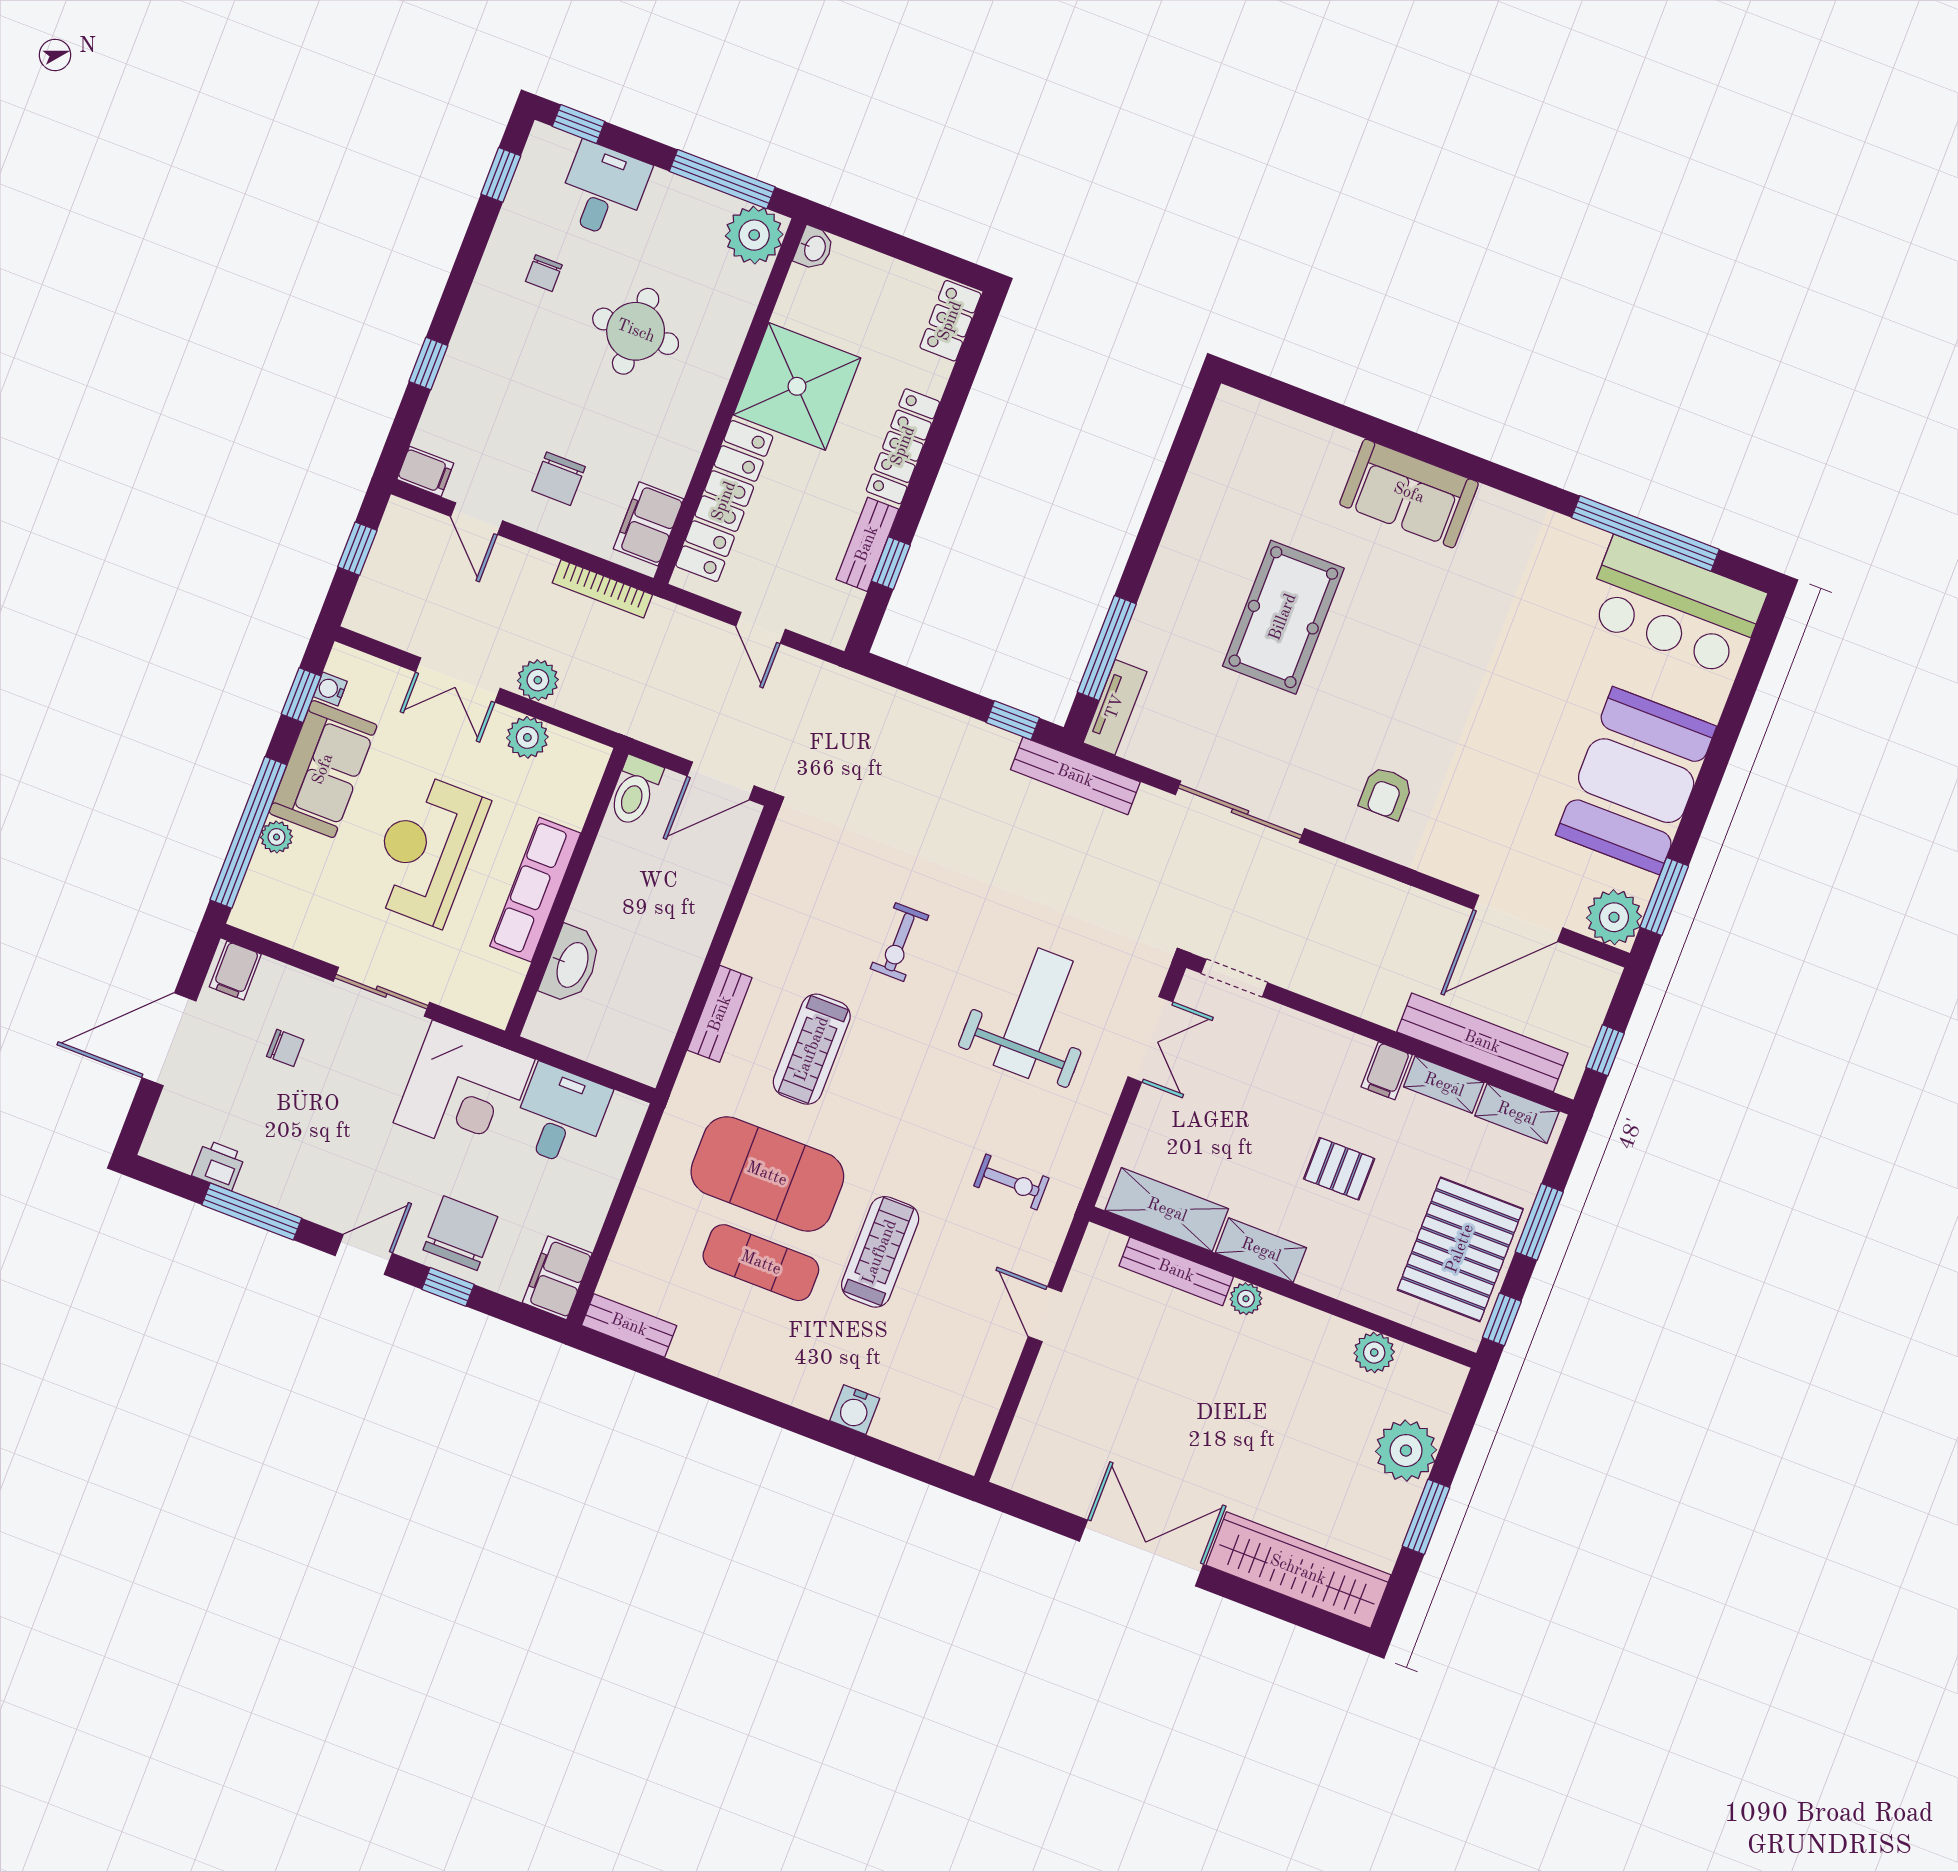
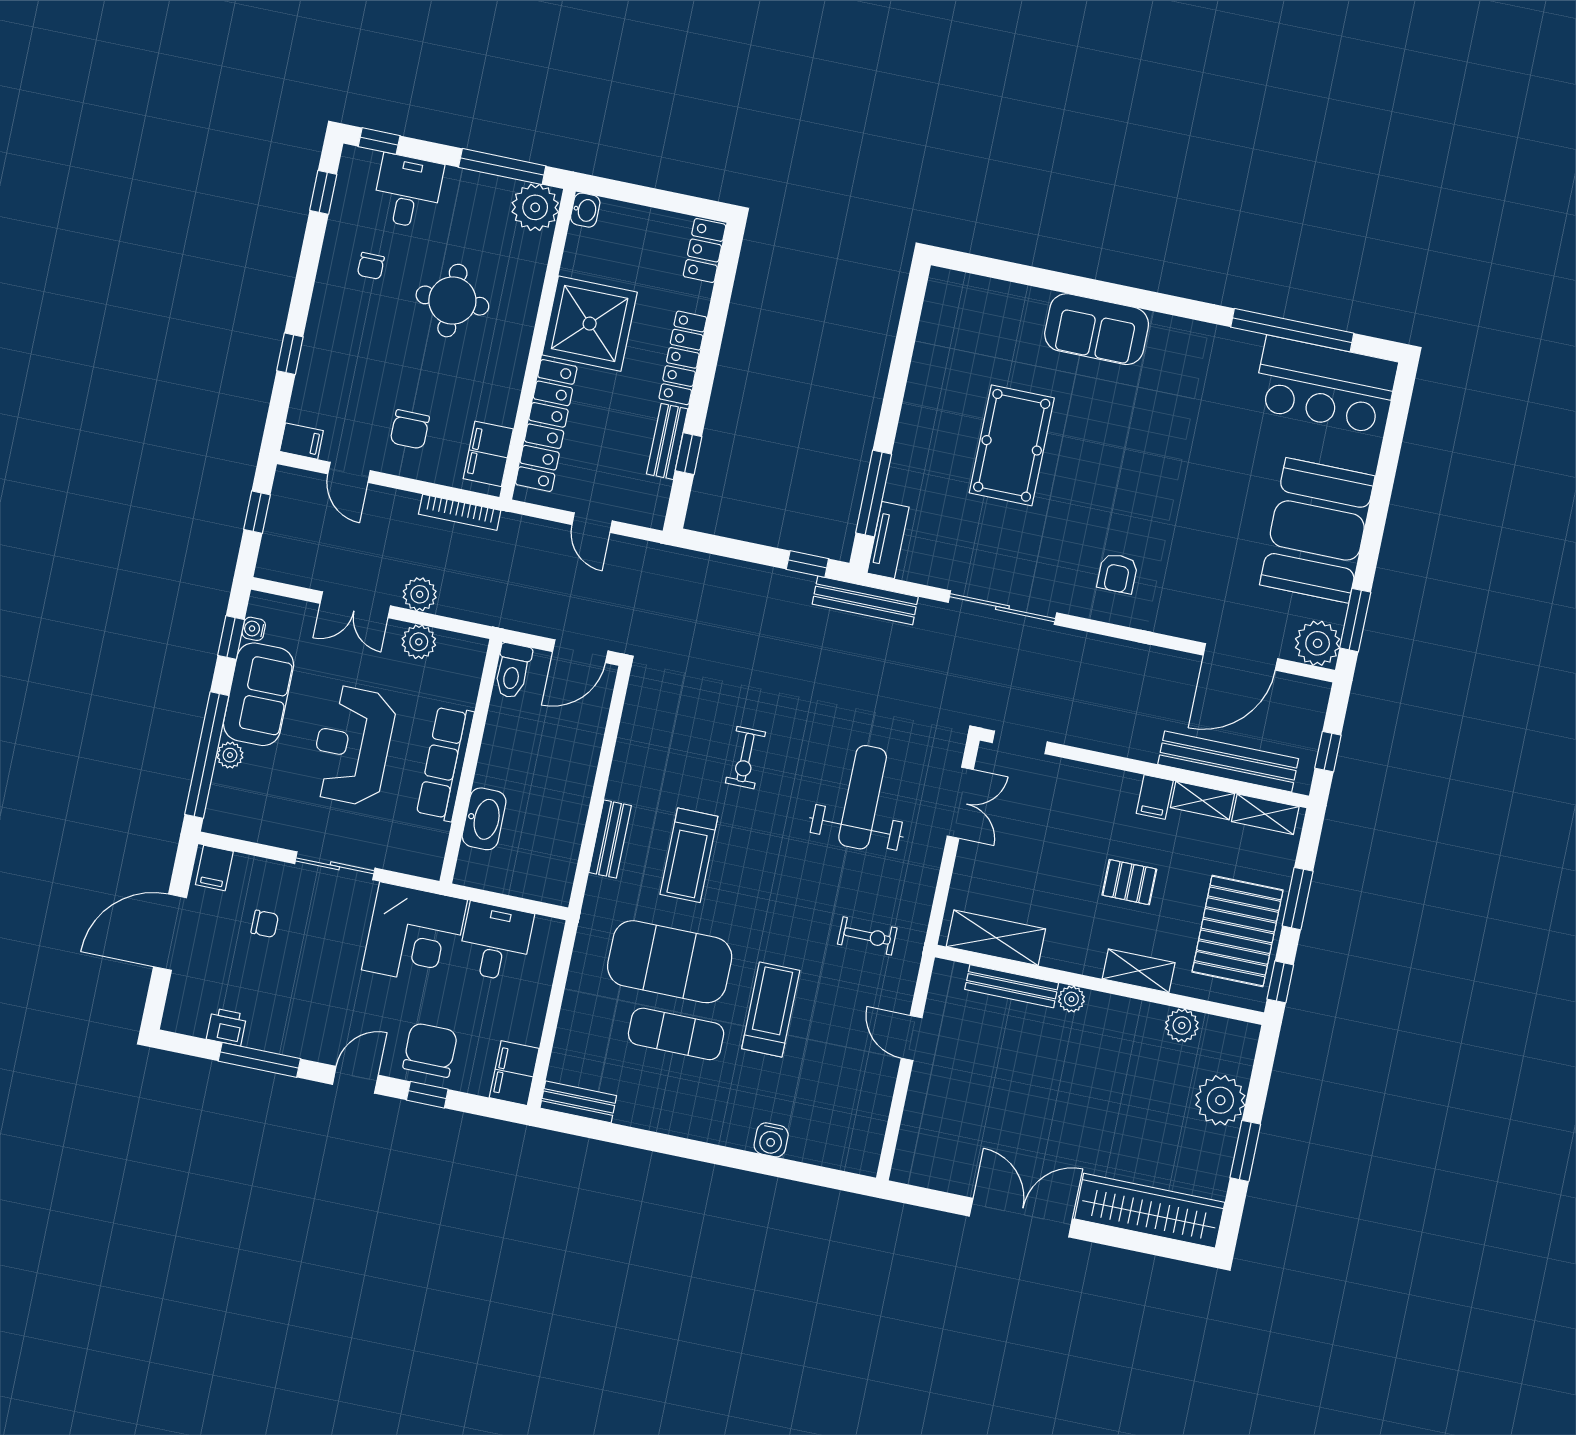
shelving: (1261, 1250) -> (1139, 971), moved

